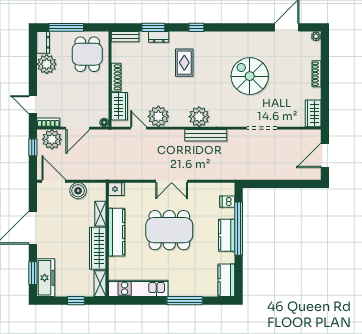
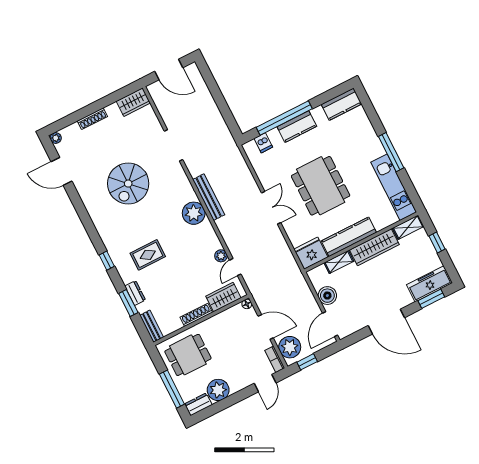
plant: (158, 116) -> (221, 256), width x0.53, depth x0.53
fridge: (116, 189) -> (311, 253), width x1.88, depth x1.34
window: (185, 301) -> (391, 152), moved

